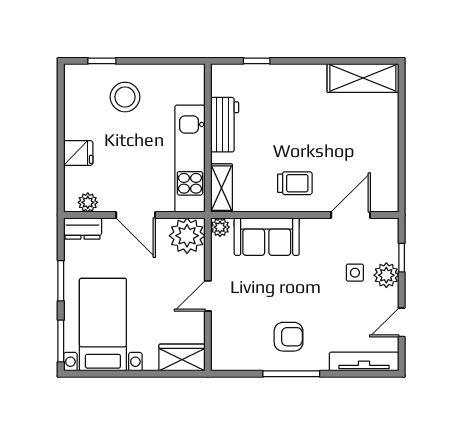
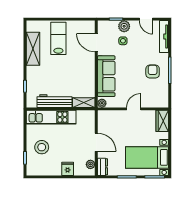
shelving: (363, 78) -> (33, 49), moved
workbench: (225, 125) -> (54, 101), width x1.38
lab bench: (360, 133) -> (58, 38), added
kitchen unit: (190, 159) -> (51, 117), moved
trolley: (295, 183) -> (82, 69), removed
door: (136, 215) -> (96, 142), hinge flipped
plant: (187, 236) -> (106, 118), removed
sofa: (267, 237) -> (106, 76), width x1.36
door: (208, 296) -> (134, 109), swing flipped

